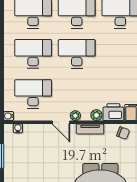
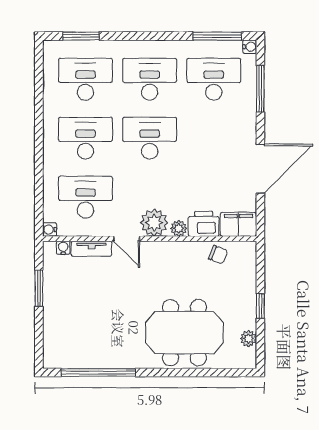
plant: (75, 116) -> (154, 223), width x1.87, depth x1.87
tv unit: (90, 129) -> (91, 249), moved

